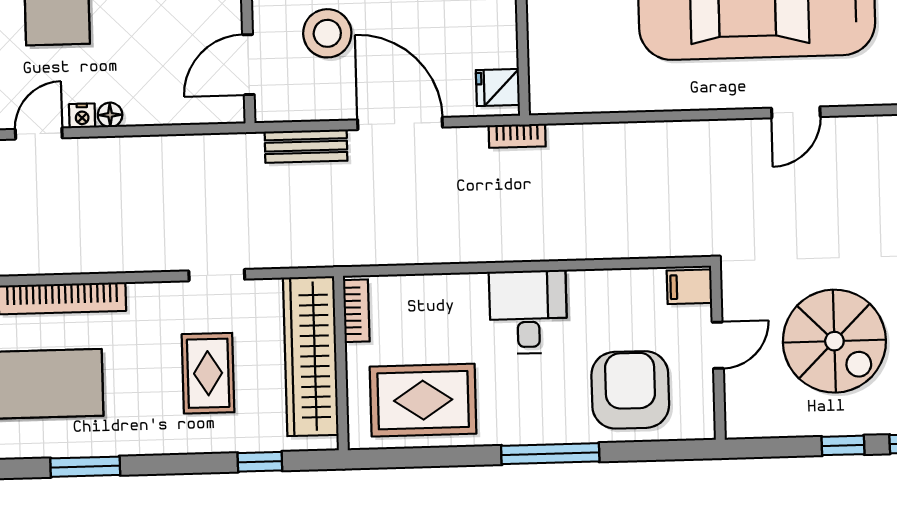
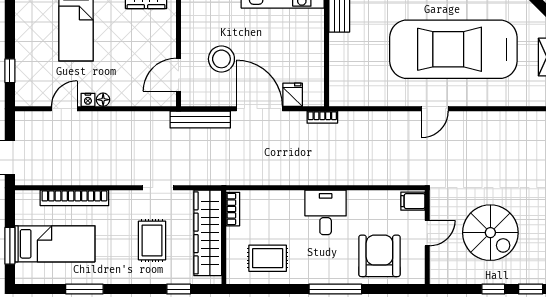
fridge: (498, 87) -> (293, 95), moved, turned 90
door: (796, 112) -> (435, 109), moved
bench: (306, 146) -> (200, 119), width x1.36
rug: (423, 400) -> (268, 258), width x0.73, depth x0.70

